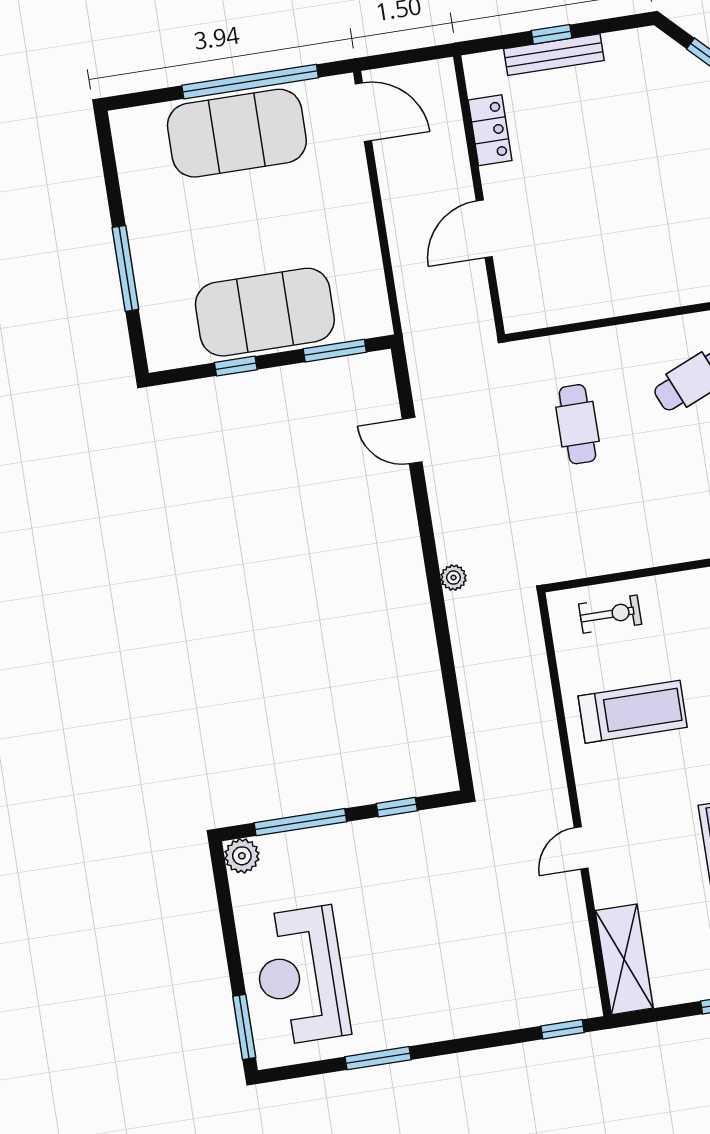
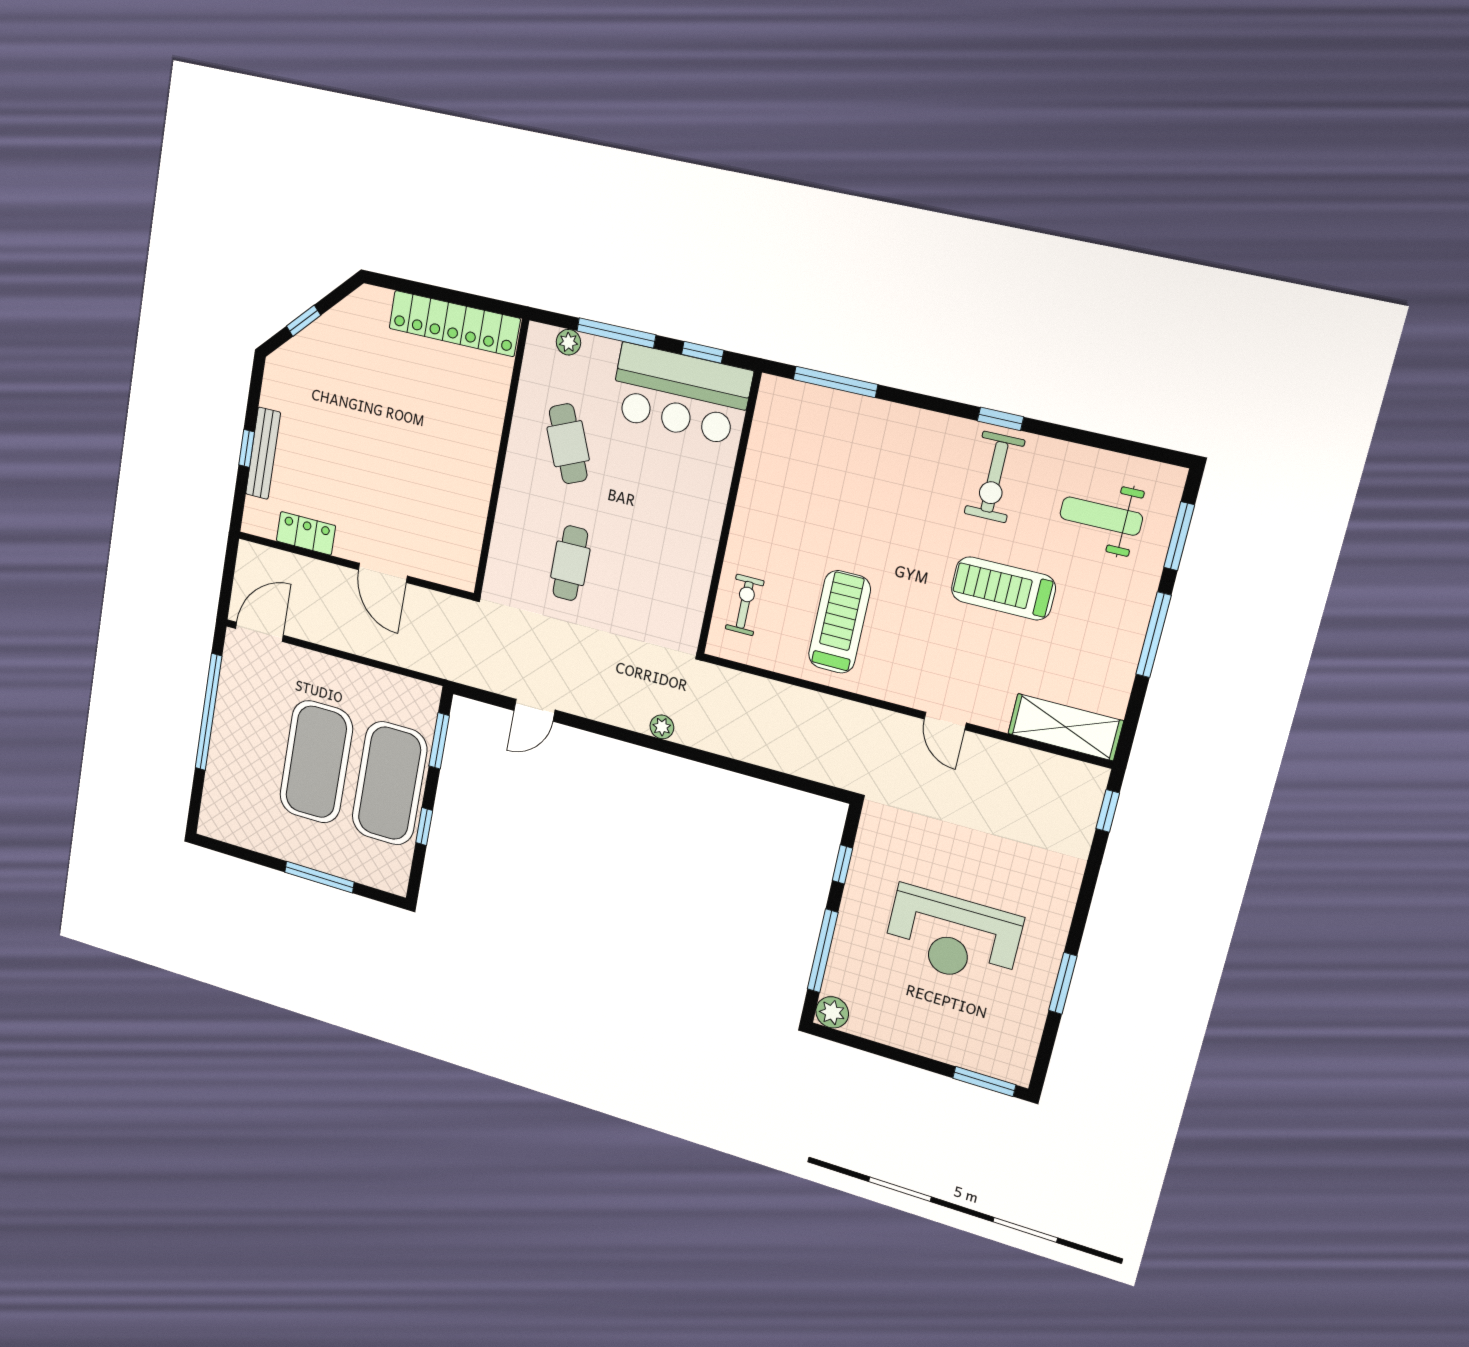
exercise mat: (237, 133) -> (316, 762), moved
cafe table: (577, 424) -> (570, 563), turned 90
reception desk: (301, 976) -> (953, 937), moved

